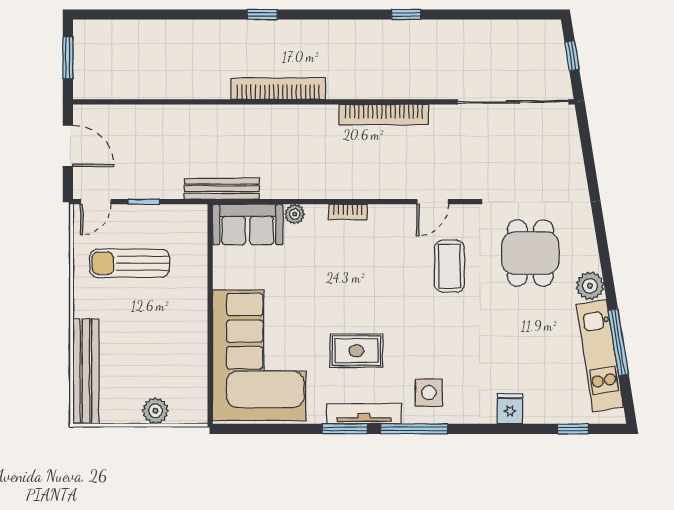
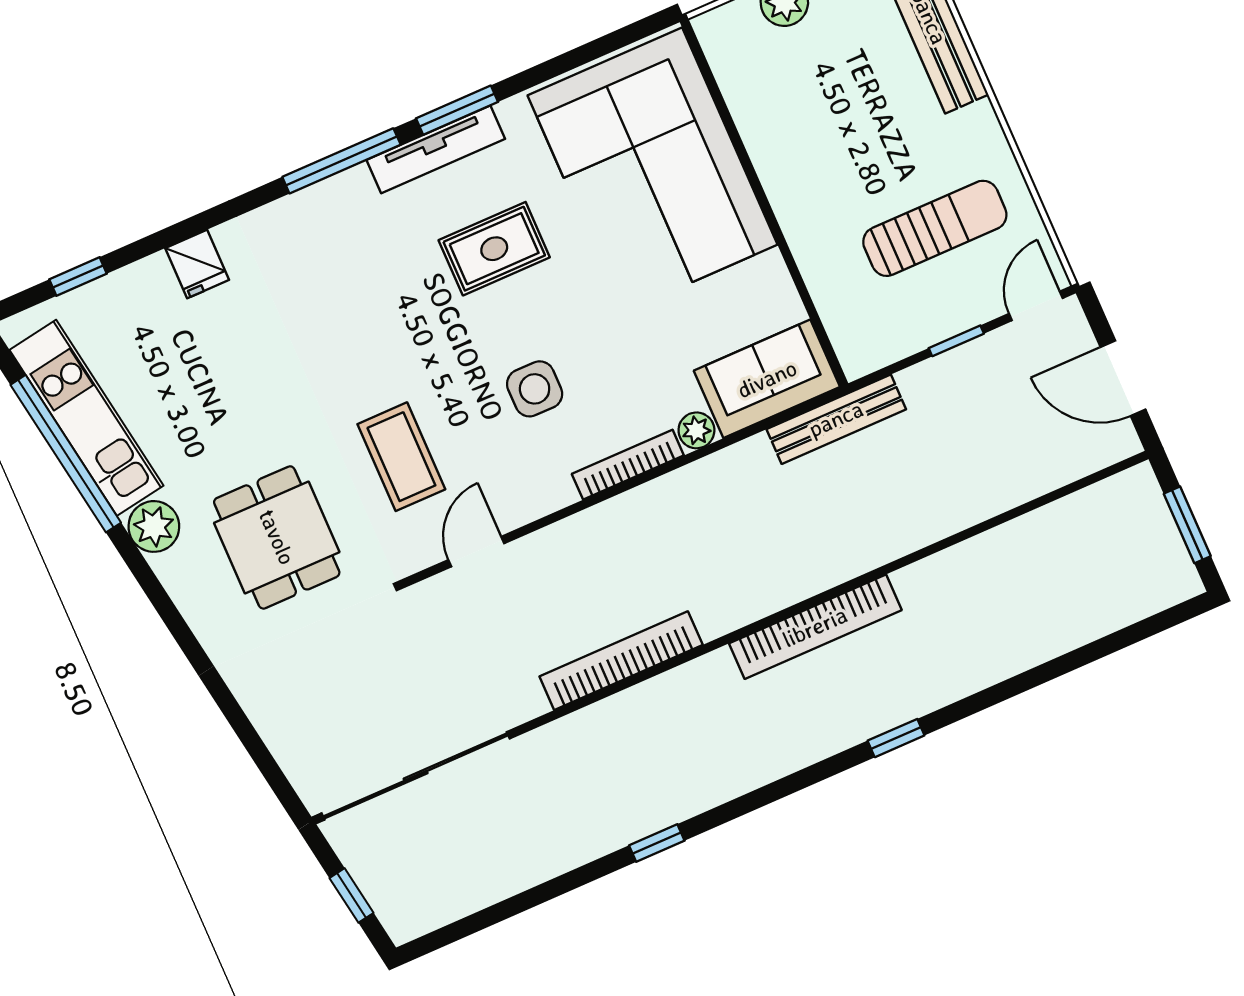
bookcase: (348, 212) -> (628, 465), width x1.56
window: (618, 342) -> (66, 454), width x1.46
side table: (429, 393) -> (535, 389), moved

